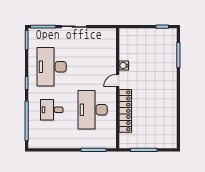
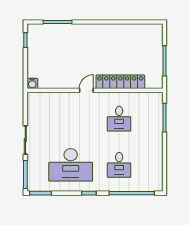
water cooler: (124, 66) -> (32, 83), moved
door: (118, 81) -> (86, 90), swing flipped
desk: (93, 110) -> (119, 119), width x0.53, depth x0.77

